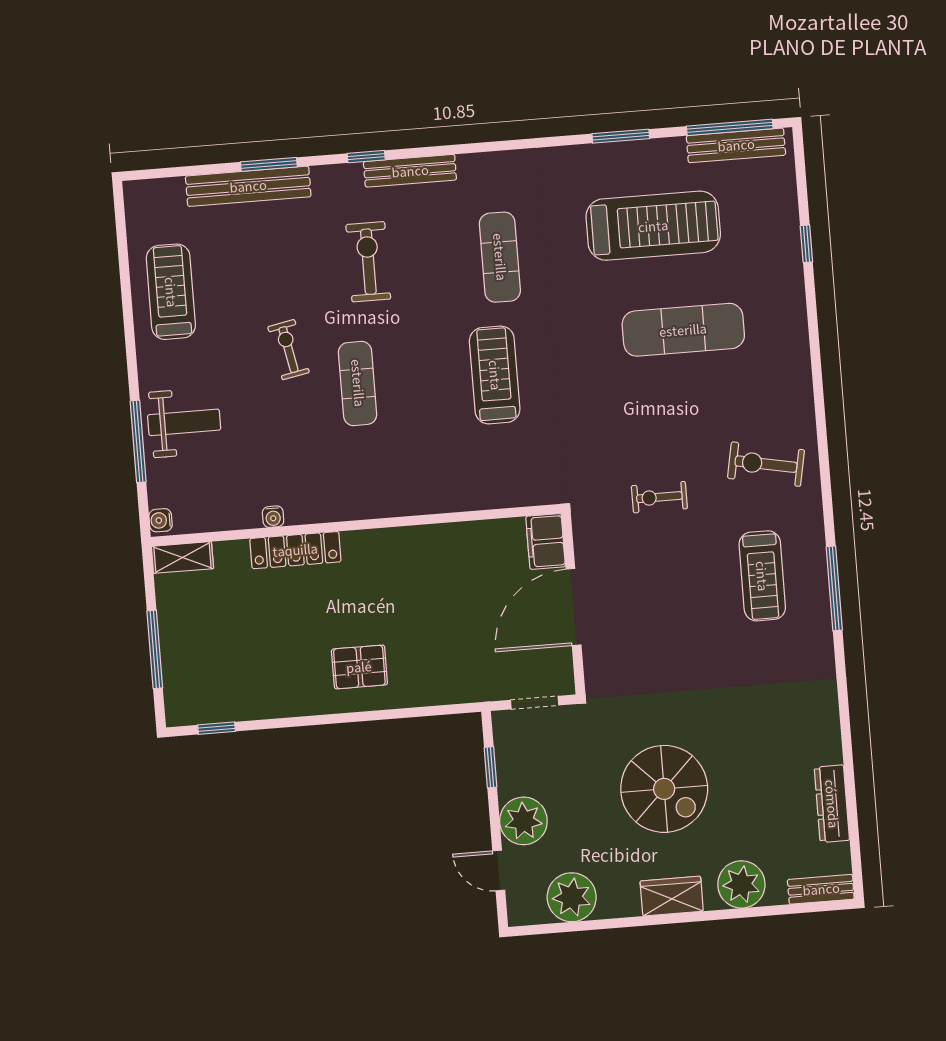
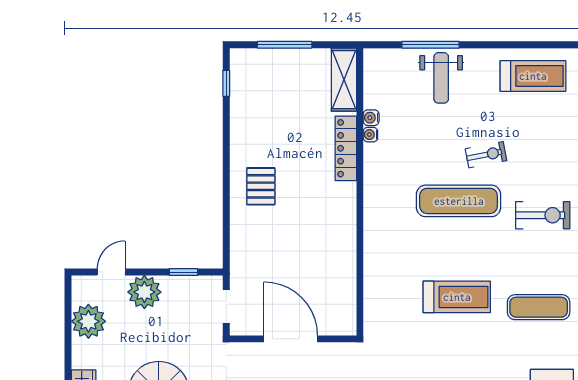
exercise mat: (358, 383) -> (459, 201), width x1.36, depth x1.45
water cooler: (161, 520) -> (371, 118), moved, turned -90
filing cabinet: (546, 541) -> (338, 323), removed
shelving: (182, 557) -> (344, 80), width x1.50, depth x1.33

